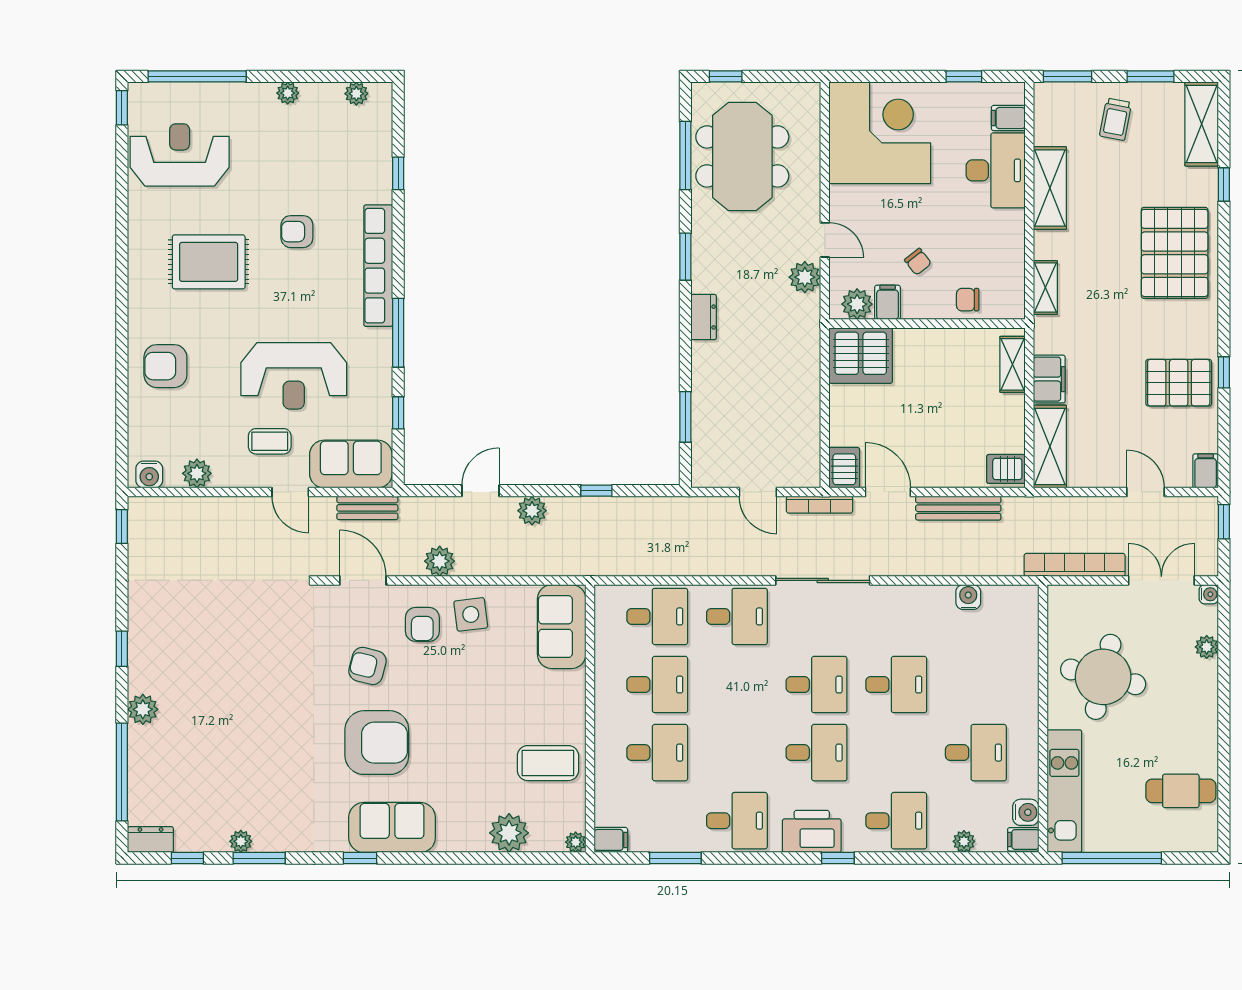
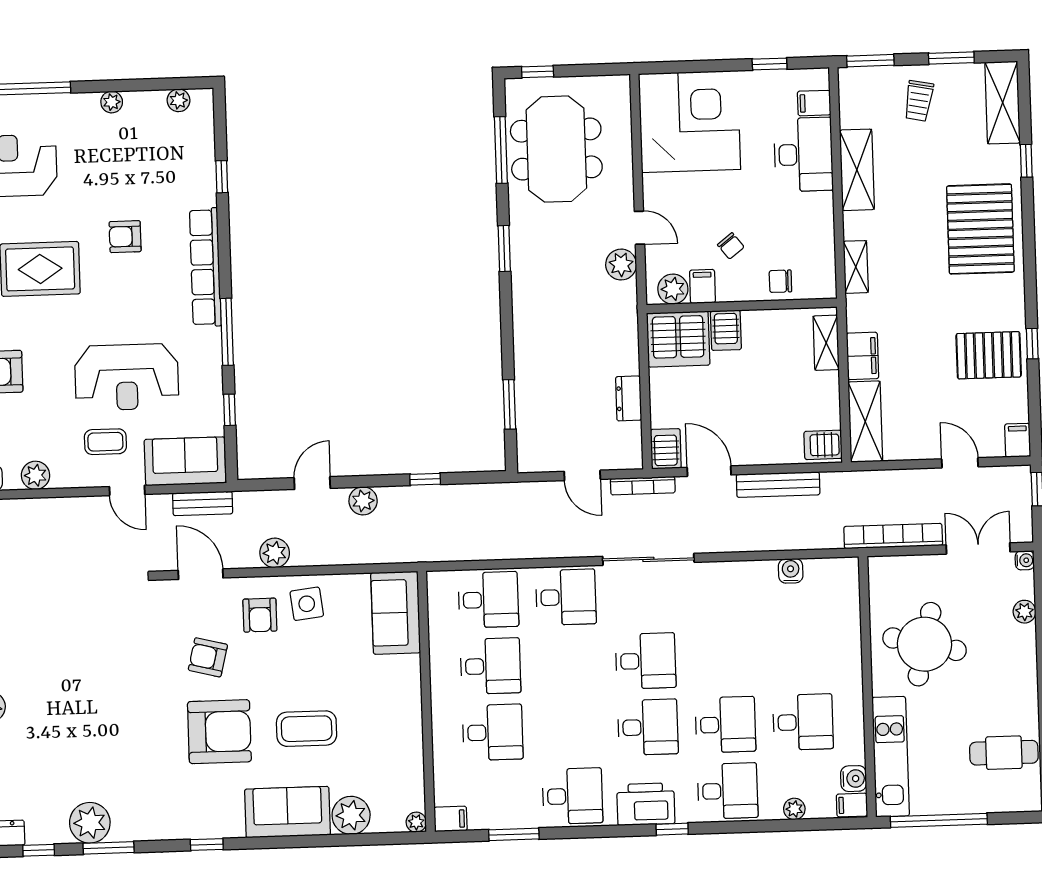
dresser: (704, 317) -> (629, 398), moved, turned 180
server rack: (910, 348) -> (726, 330), added
desk: (896, 685) -> (726, 725), moved
coffee table: (548, 763) -> (307, 729), moved
sofa: (392, 827) -> (287, 812), moved
plant: (241, 841) -> (90, 823), width x1.87, depth x1.87

